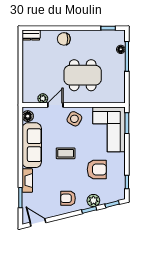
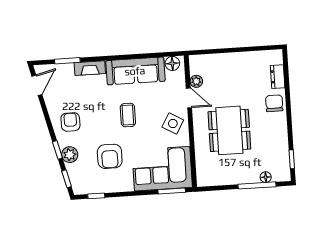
dresser: (31, 35) -> (278, 77), moved

